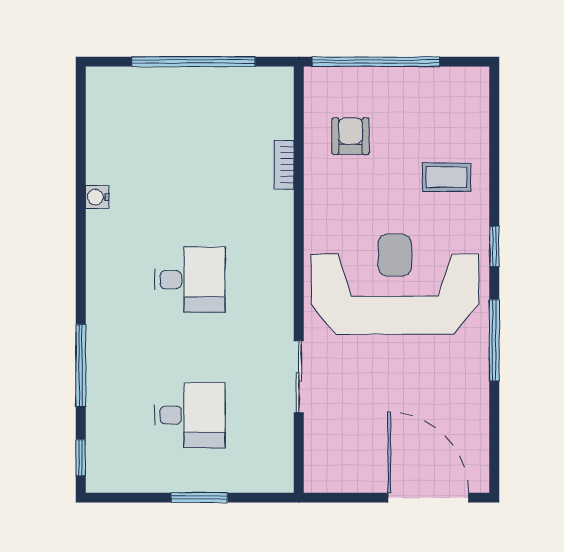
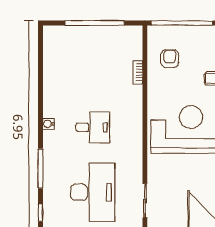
water cooler: (97, 197) -> (48, 124), moved
sliding door: (299, 377) -> (145, 201), moved
desk: (190, 415) -> (93, 192), width x1.87, depth x1.30

